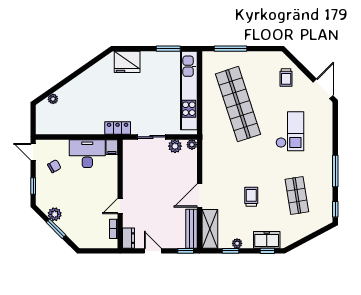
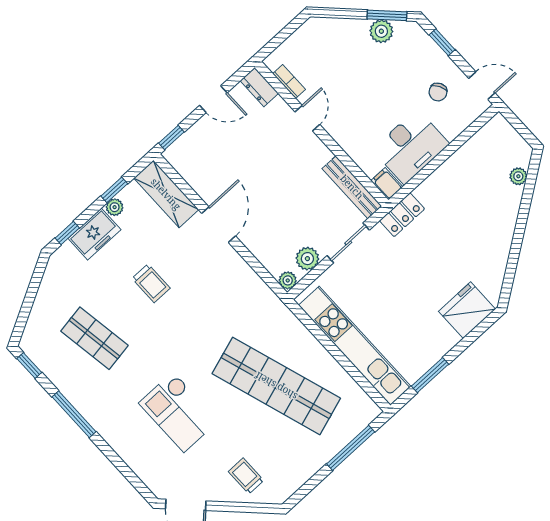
window: (56, 229) -> (387, 15), moved
bench: (191, 229) -> (352, 187), moved
freezer: (267, 240) -> (94, 234), moved

